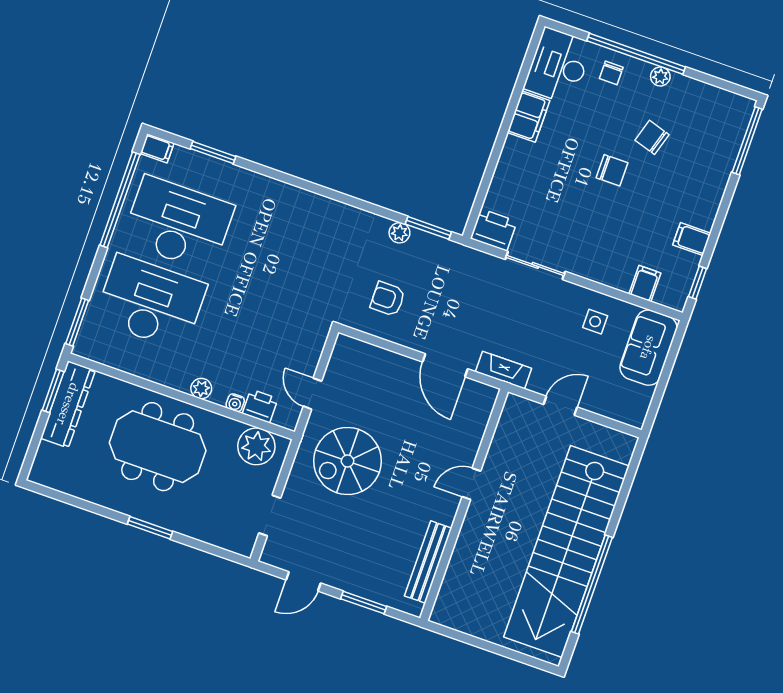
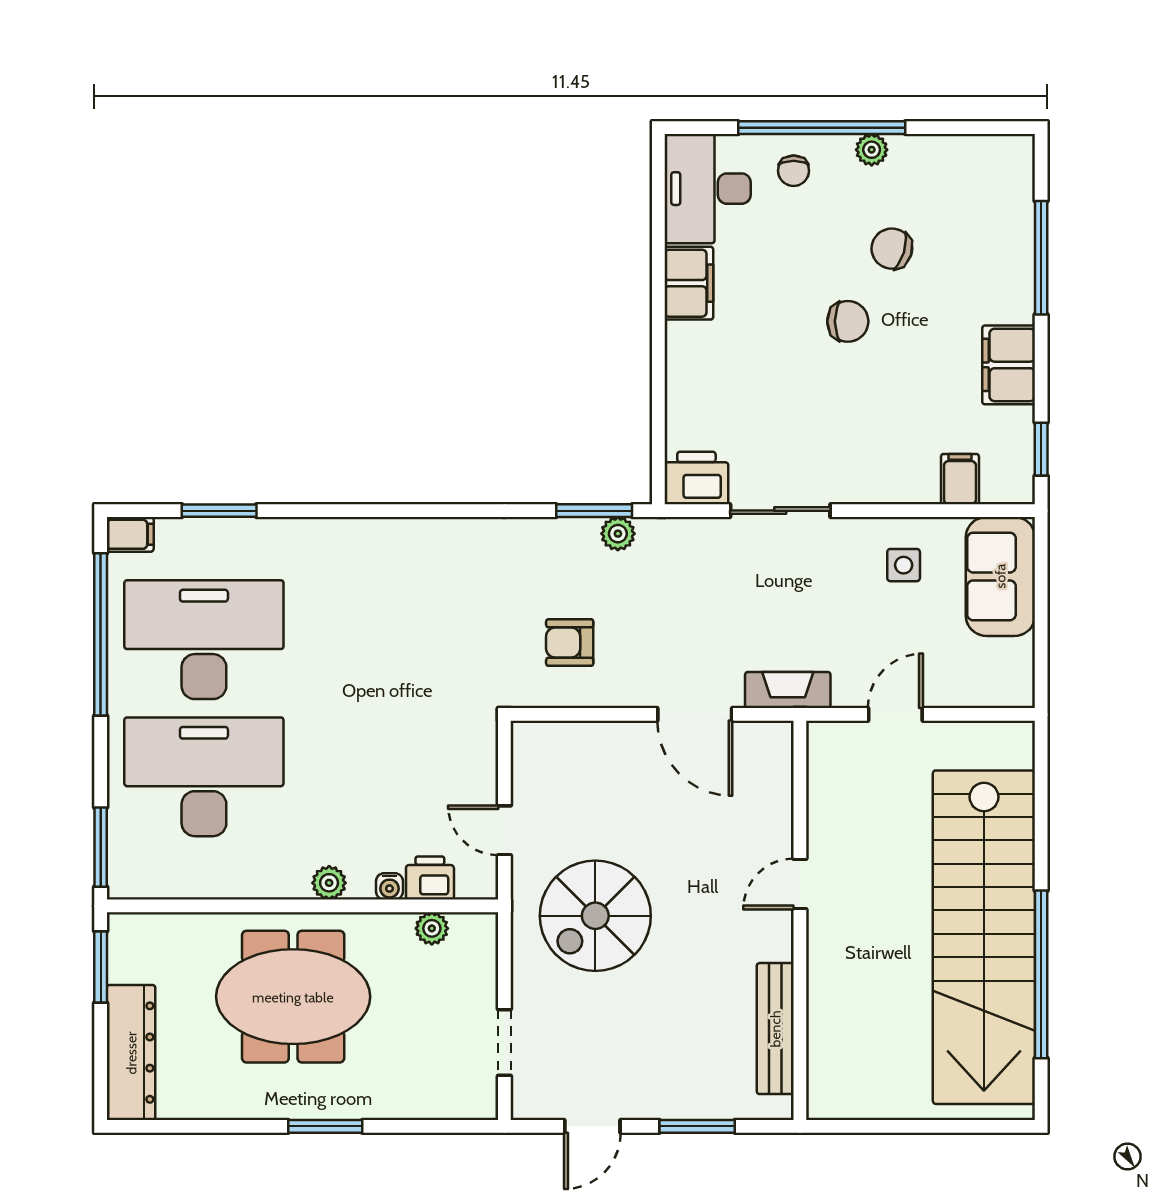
window: (747, 141) -> (1041, 258), moved
plant: (399, 233) -> (618, 534), moved
filing cabinet: (692, 239) -> (1009, 365), width x2.00
dresser: (68, 404) -> (131, 1053), moved
plant: (256, 446) -> (432, 928), width x0.53, depth x0.53

